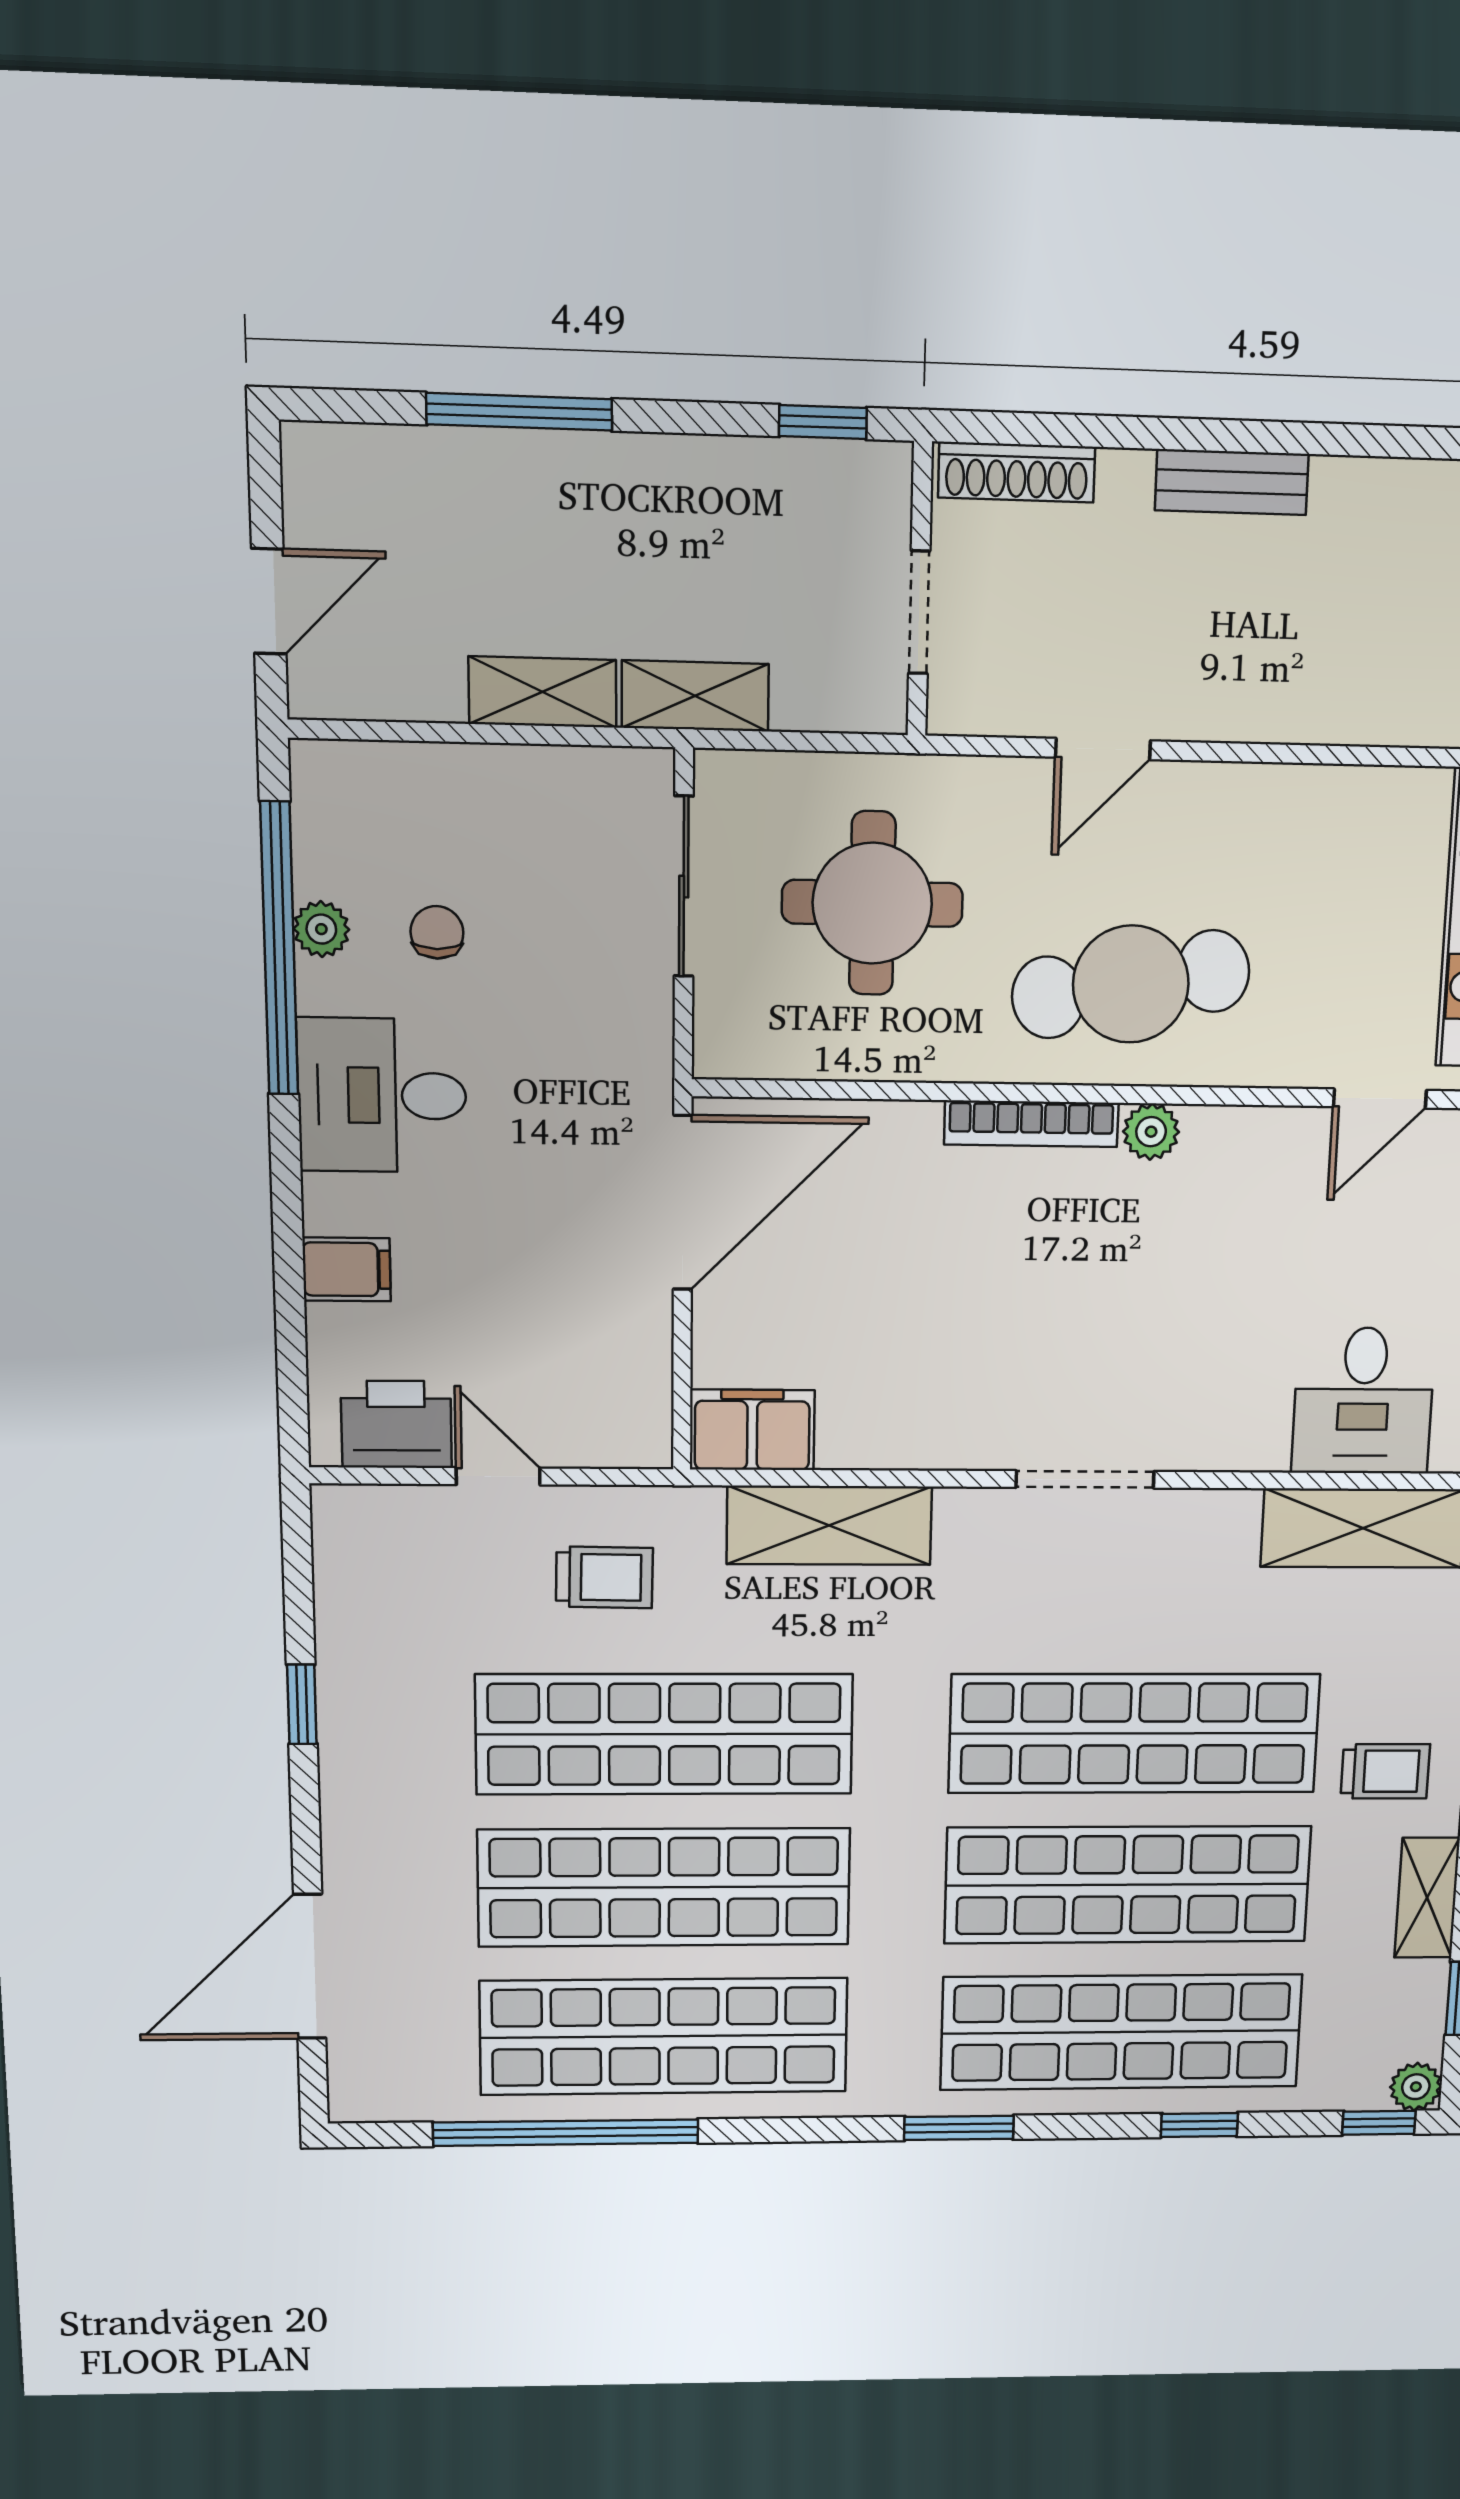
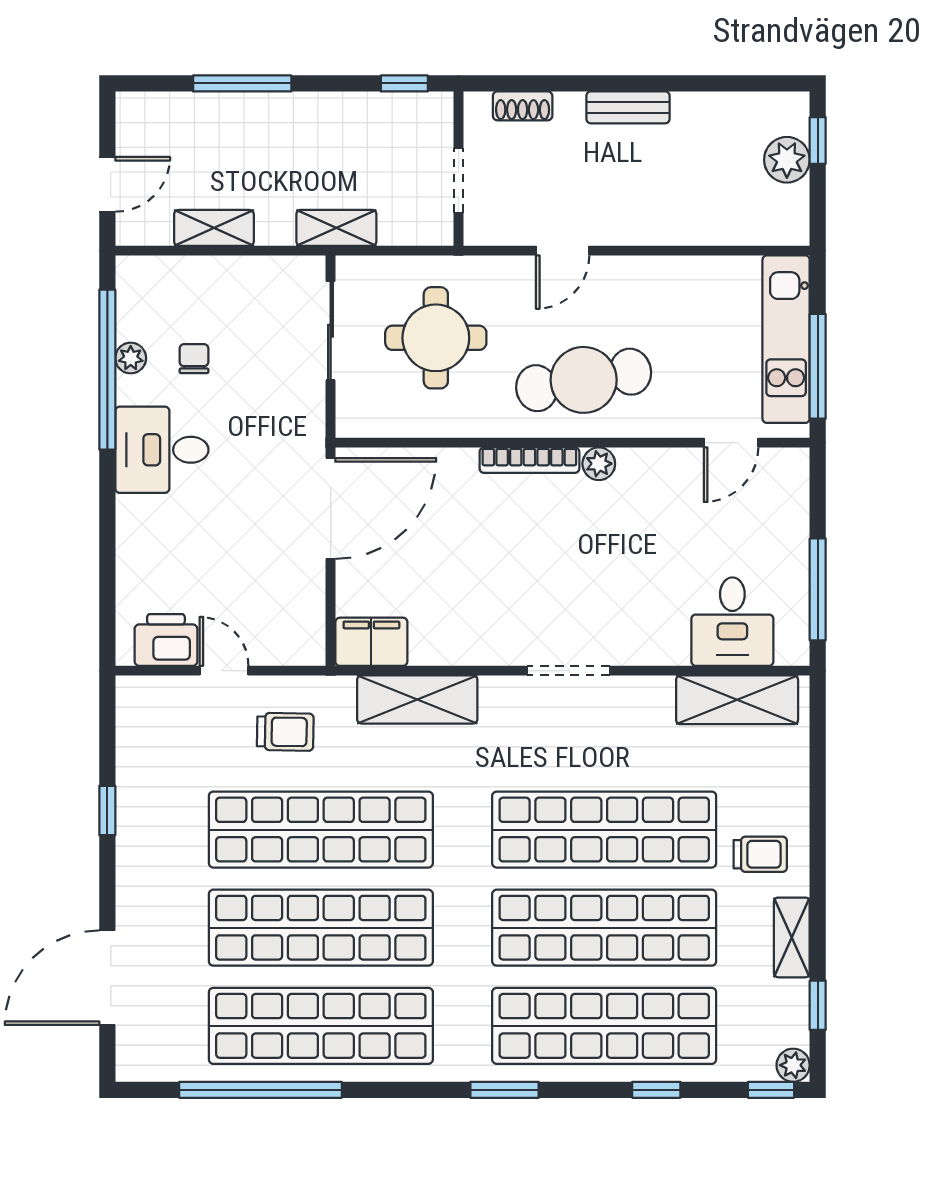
shoe rack: (1017, 472) -> (523, 106), width x0.70
shelving: (543, 692) -> (214, 228), moved
filing cabinet: (347, 1269) -> (140, 549), removed

